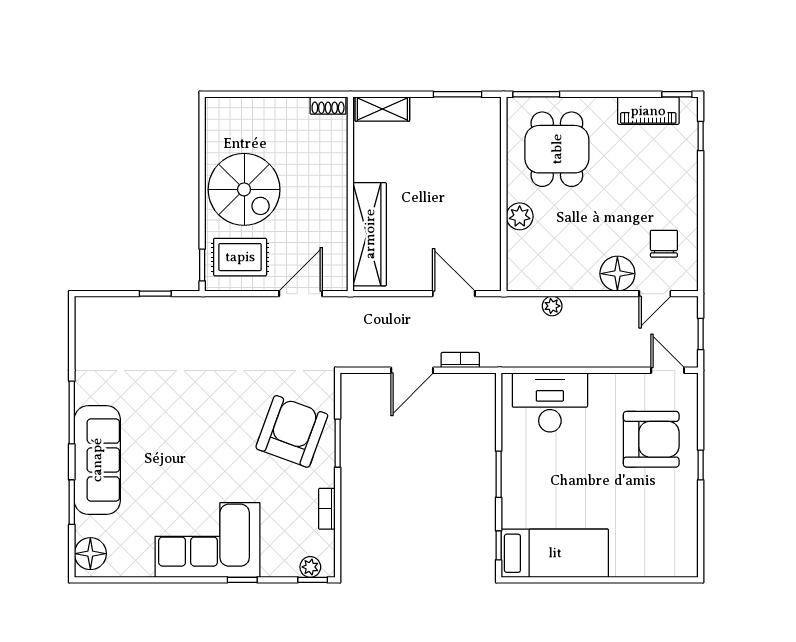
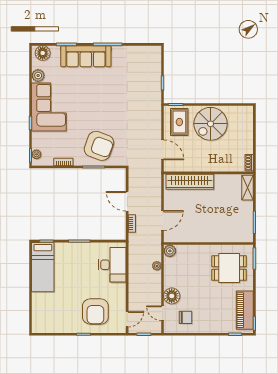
piano: (648, 111) -> (245, 310), width x1.37, depth x1.33
plant: (520, 216) -> (170, 251), moved
plant: (139, 564) -> (38, 76), added

